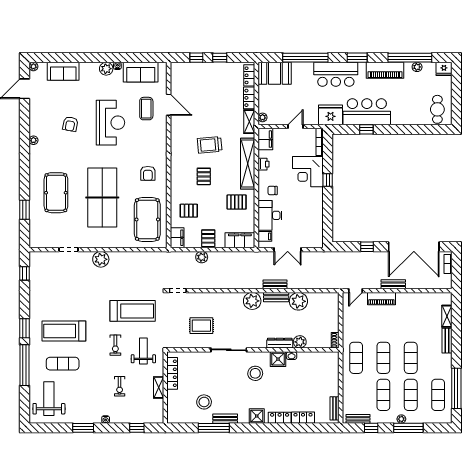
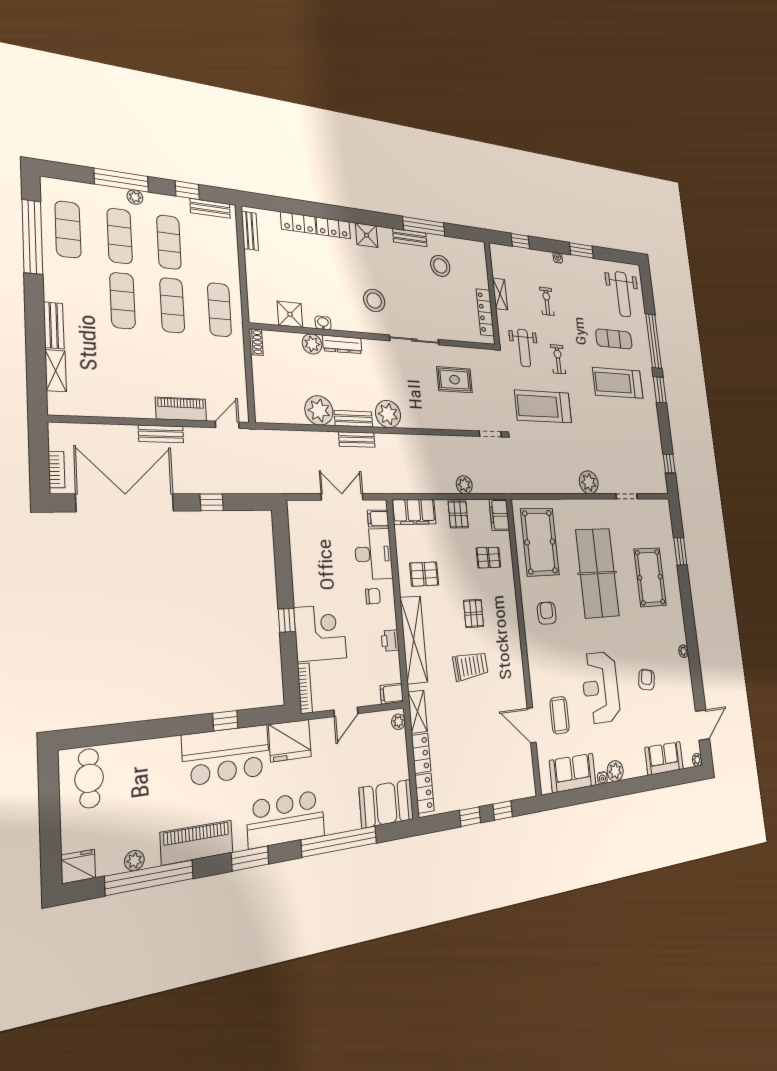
filing cabinet: (265, 139) -> (392, 694), width x0.50
treadmill: (64, 331) -> (618, 383), turned 180
shower: (278, 359) -> (290, 314), moved

